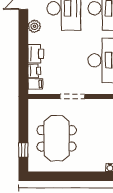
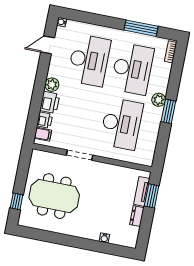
plant: (34, 26) -> (52, 85), moved
meeting table: (57, 138) -> (54, 196), turned 90

